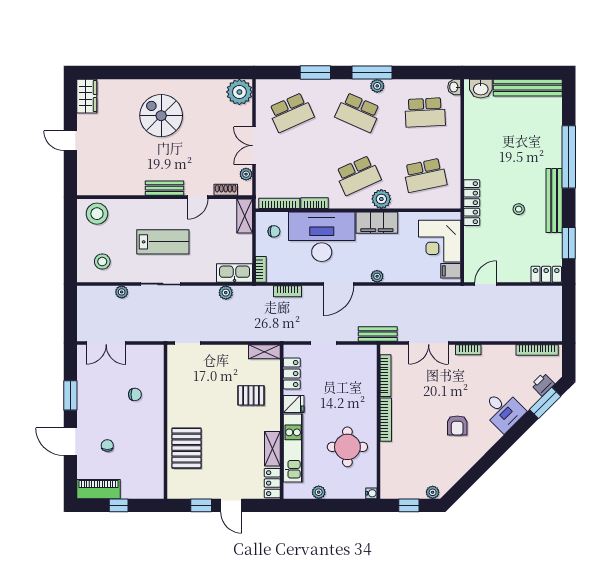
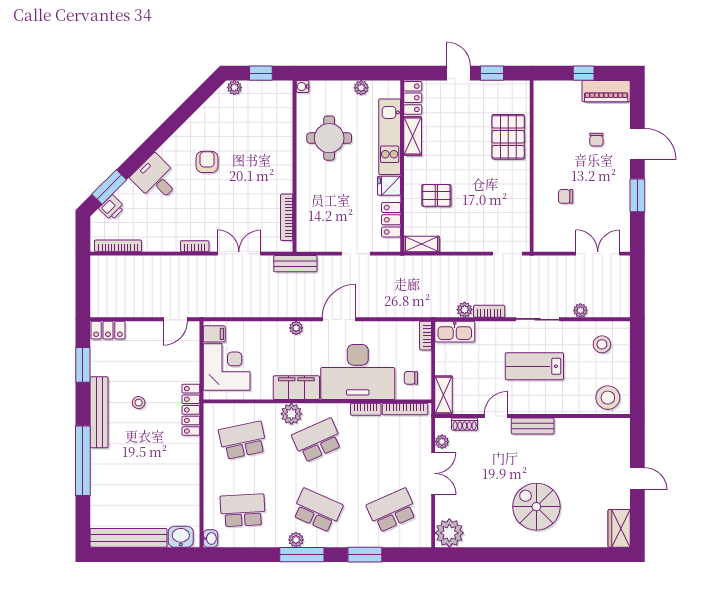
spiral stairs: (161, 116) -> (536, 507), turned 180
bookcase: (287, 291) -> (489, 311), moved
bookcase: (386, 420) -> (286, 168), removed

